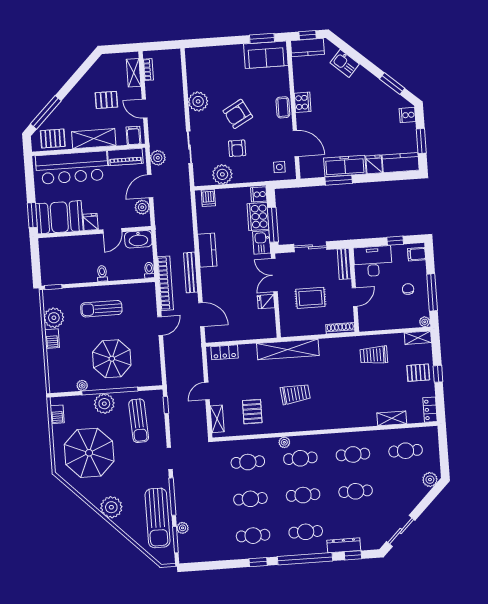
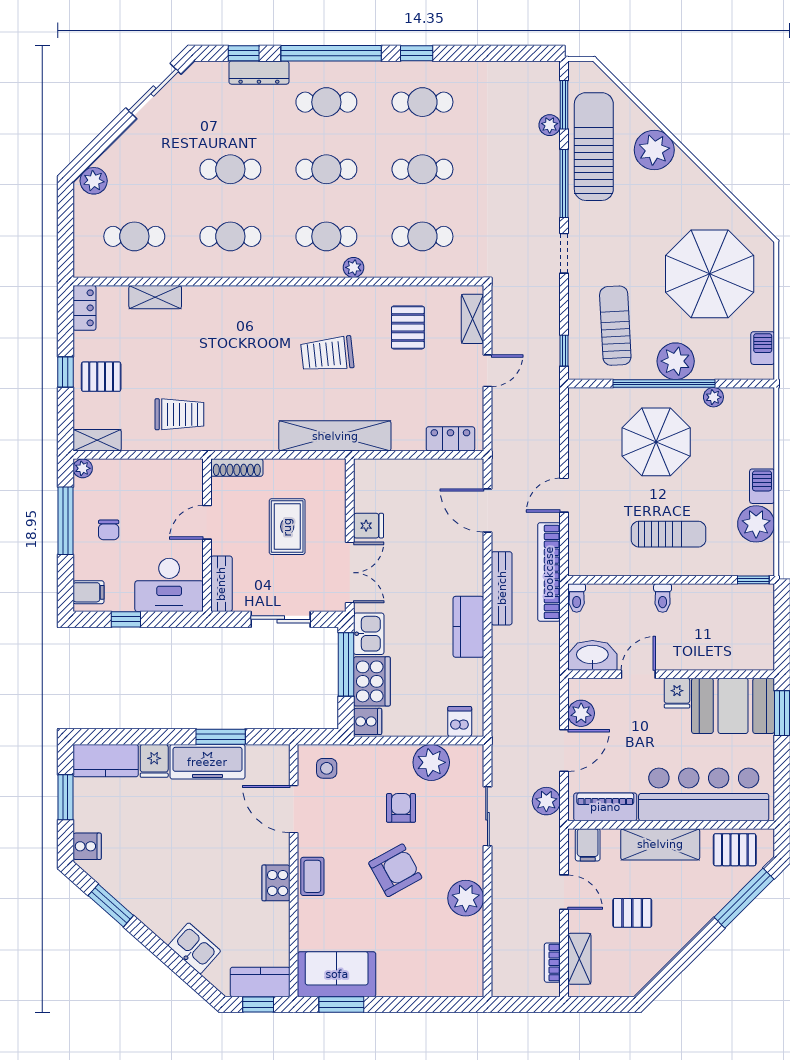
rug: (310, 298) -> (287, 527), turned 90
plant: (111, 507) -> (654, 150), moved

